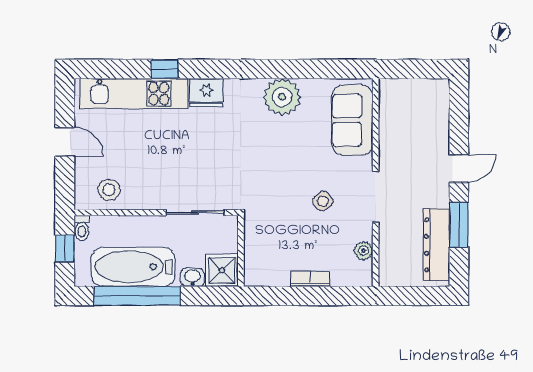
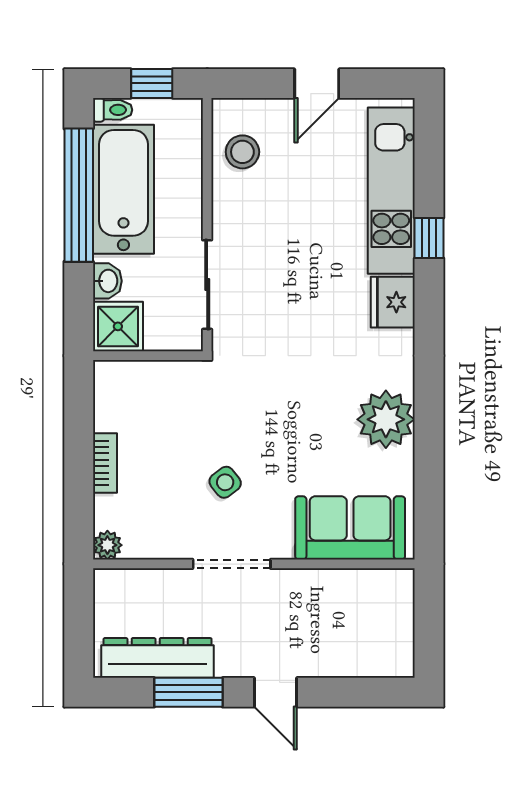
toilet: (82, 228) -> (113, 110), moved, turned 180
plant: (363, 251) -> (107, 545), moved

